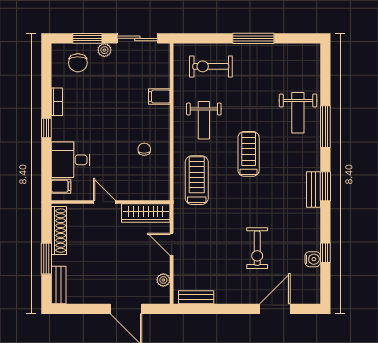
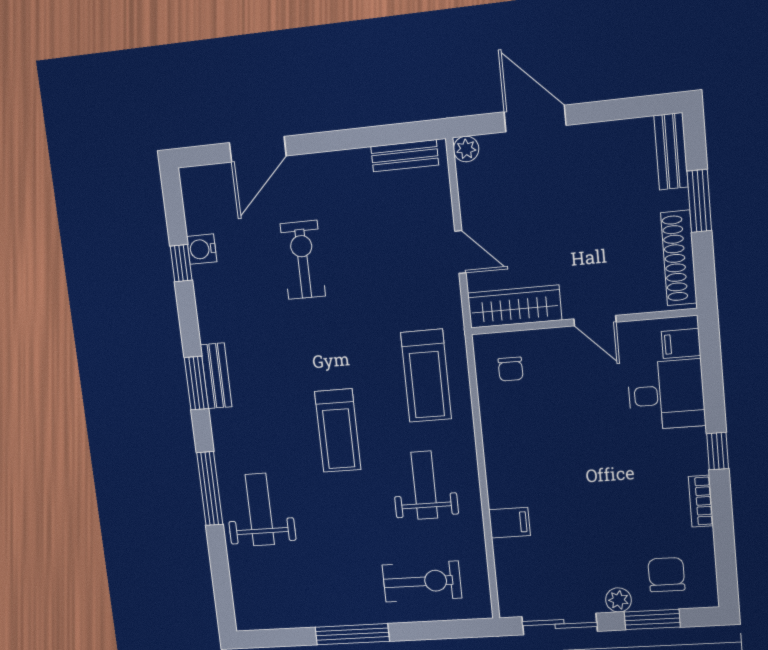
chair: (144, 149) -> (511, 369), moved
plant: (163, 280) -> (466, 149), moved

